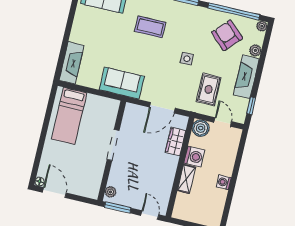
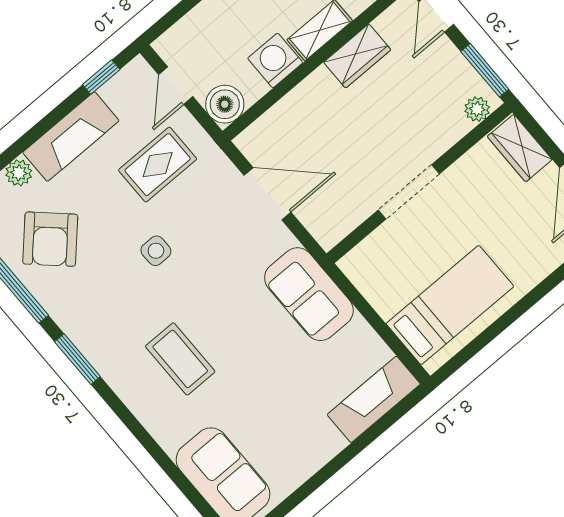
wardrobe: (175, 141) -> (357, 56), moved
wardrobe: (85, 189) -> (520, 148), added

